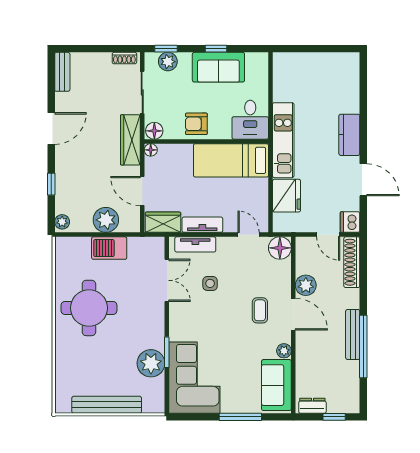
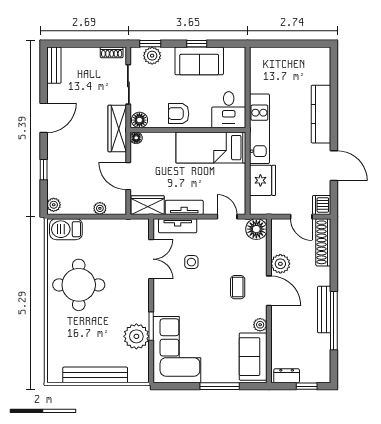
kitchen counter: (349, 135) -> (321, 114), width x1.50
plant: (106, 220) -> (100, 208), width x0.53, depth x0.53
barbecue: (109, 248) -> (66, 229), moved

